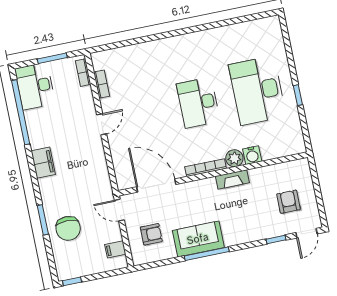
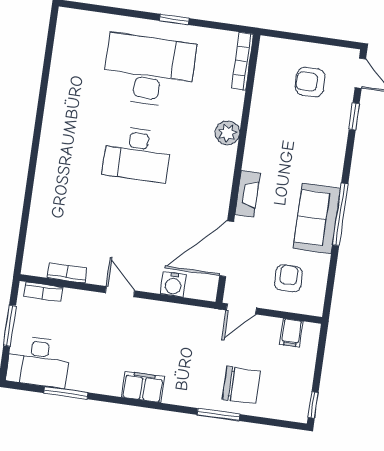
desk: (257, 90) -> (149, 70), turned 180
window: (21, 112) -> (66, 393), width x0.47
water cooler: (252, 155) -> (173, 284), moved, turned 90
bookcase: (206, 168) -> (242, 61), moved
fireplace: (232, 179) -> (248, 194), moved

